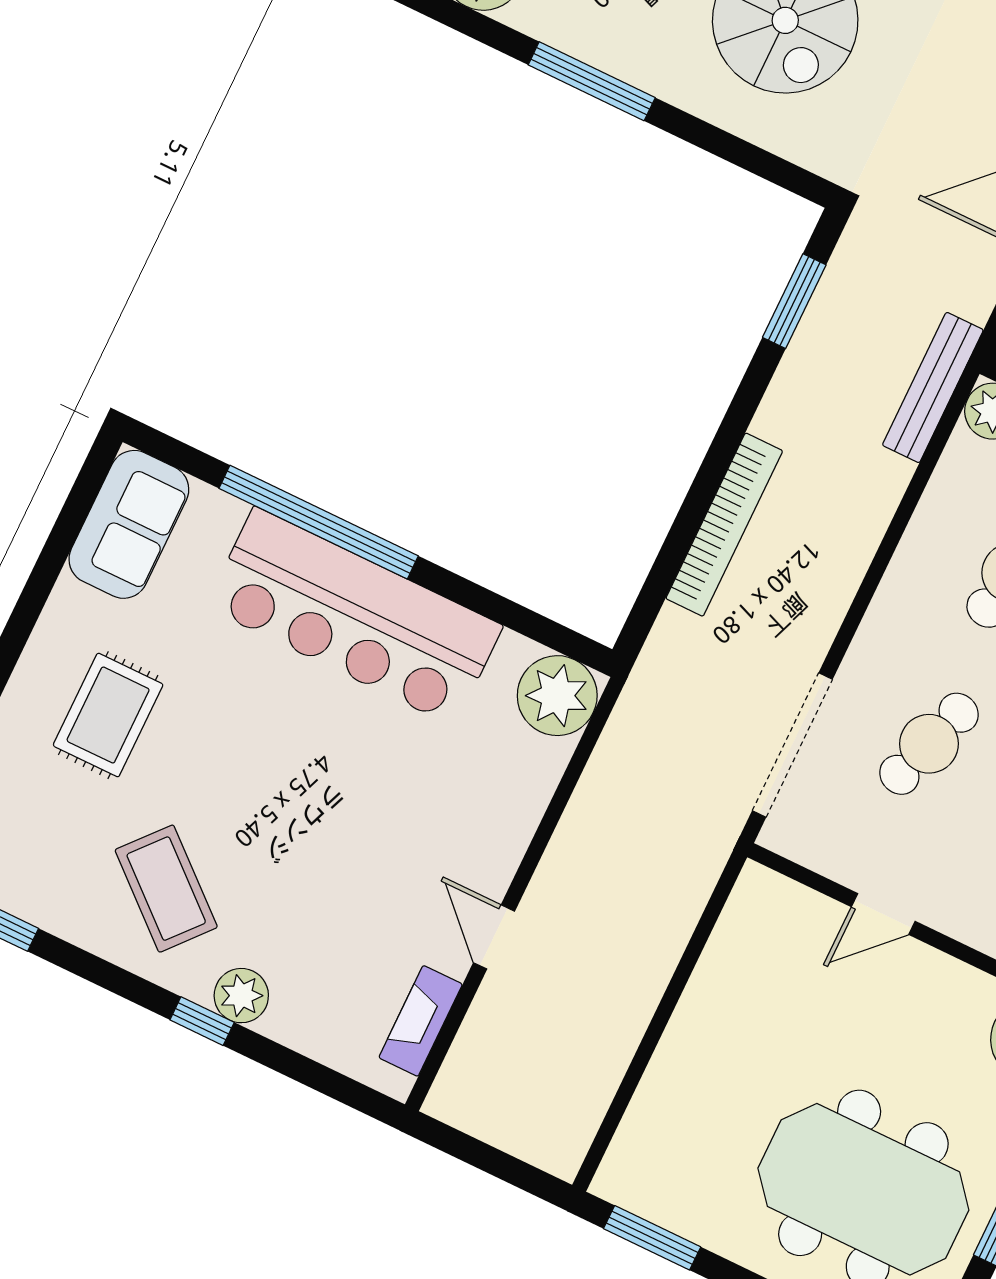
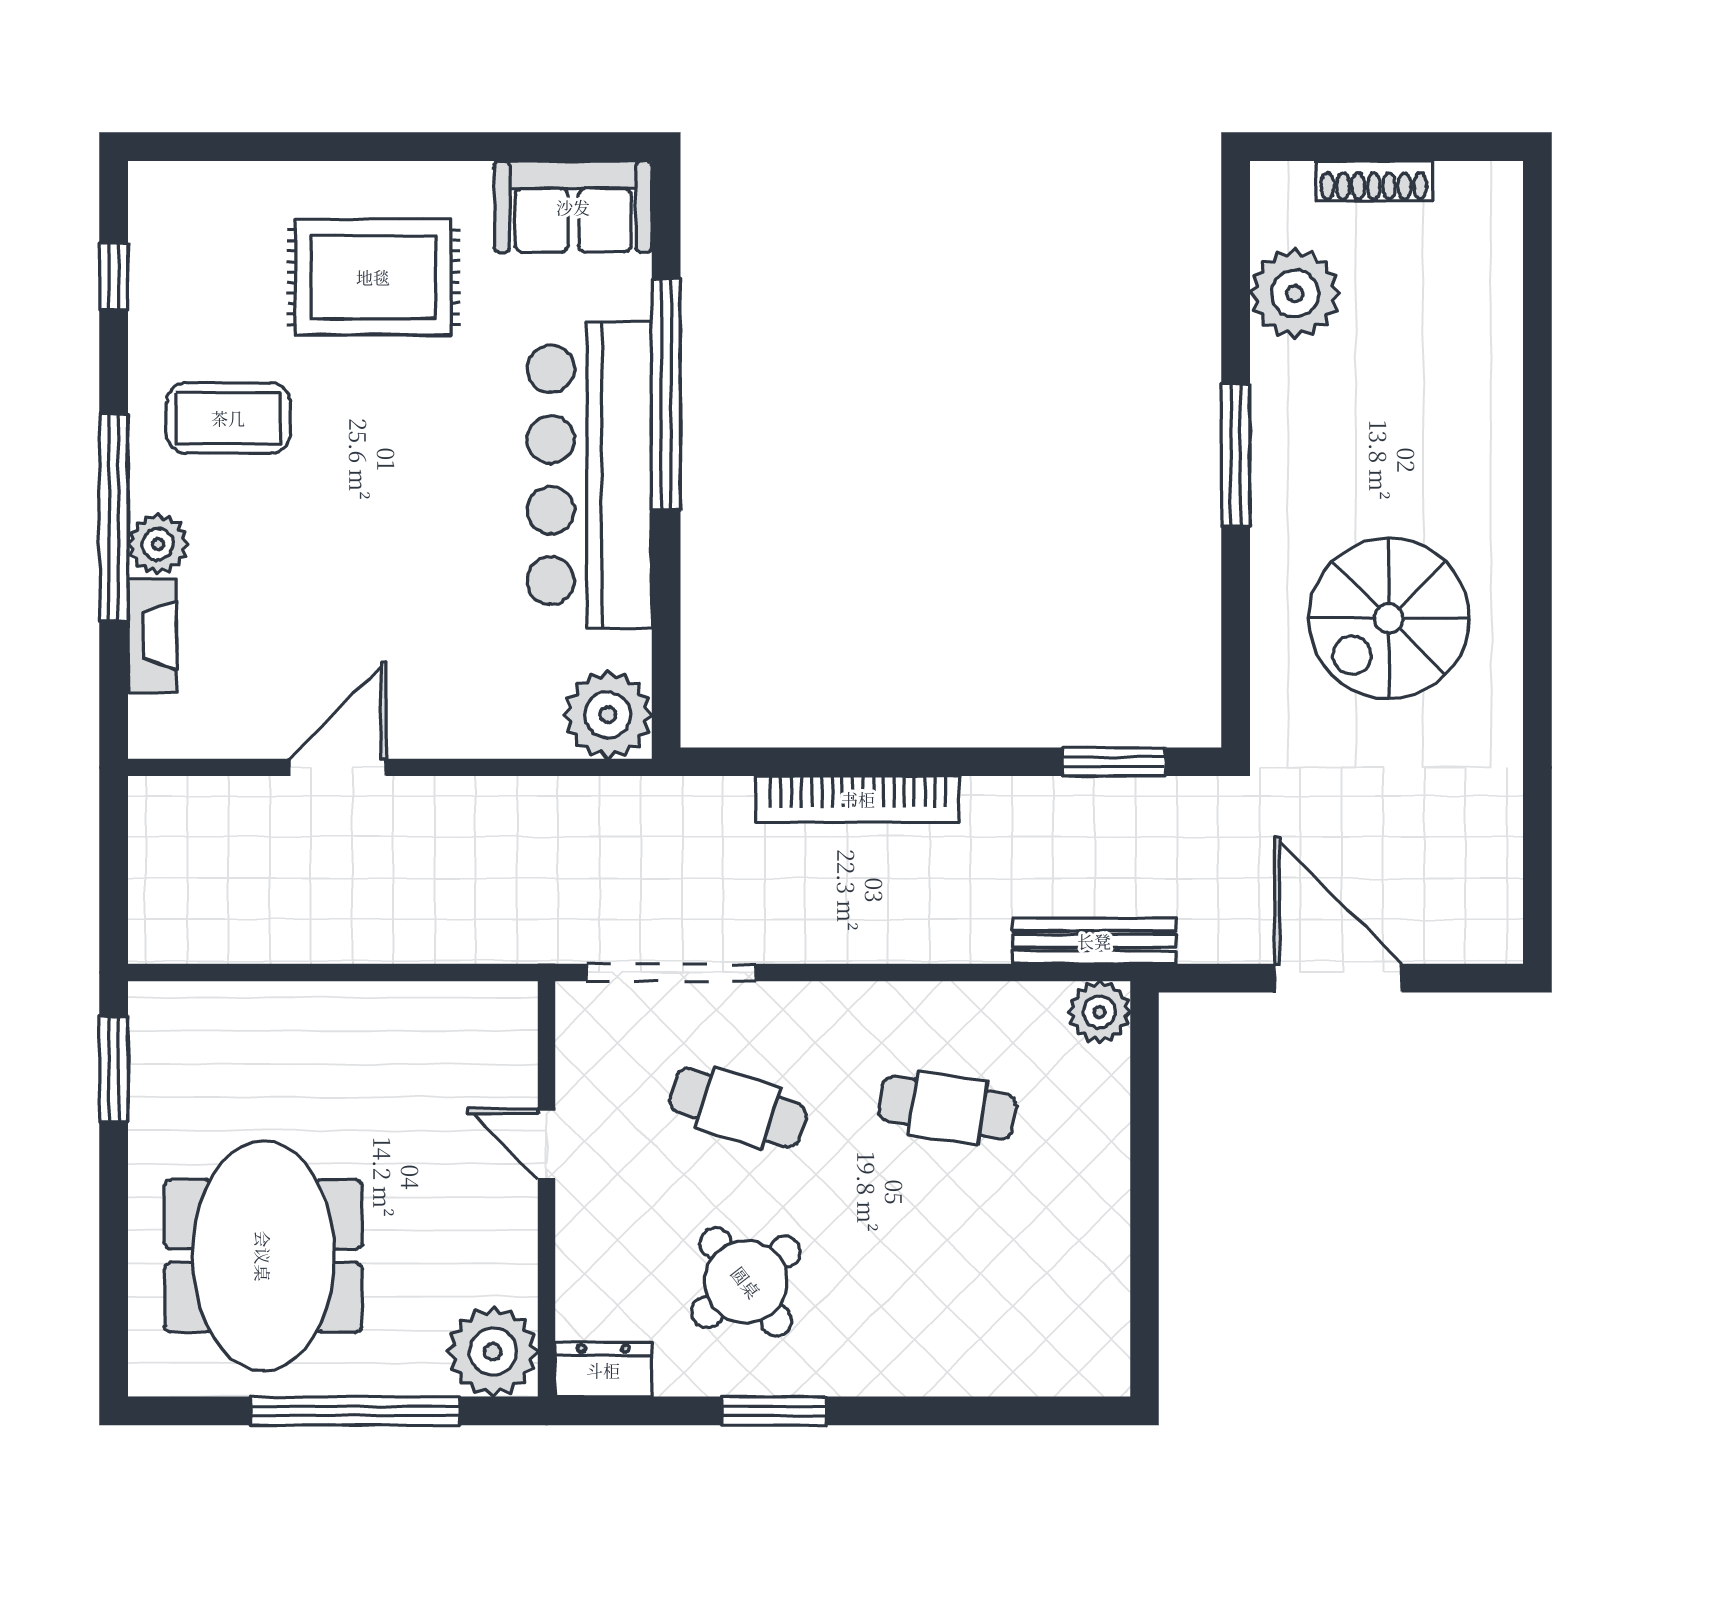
rug: (108, 715) -> (373, 277), width x1.36, depth x1.43
coffee table: (166, 889) -> (228, 418), turned 49
door: (494, 937) -> (337, 767), width x1.38
window: (202, 1021) -> (114, 517), width x3.17
fireplace: (421, 1021) -> (152, 635), moved, turned 90

